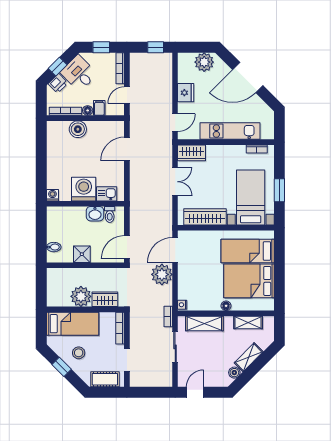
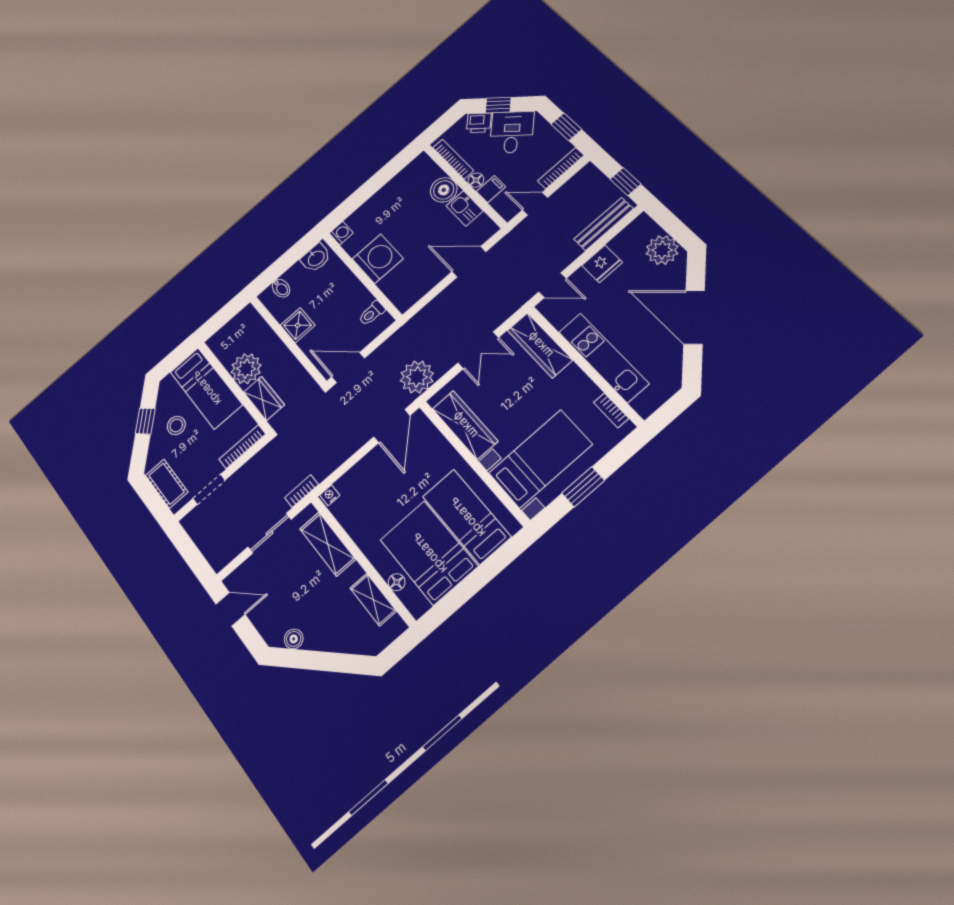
bench: (167, 75) -> (604, 224), added
wardrobe: (191, 153) -> (540, 345), width x1.50
kitchen sink: (107, 194) -> (465, 208), moved, turned 180
washbasin: (95, 214) -> (316, 258), moved, turned -90
door: (175, 250) -> (392, 426), swing flipped
plant: (162, 274) -> (417, 377), moved
floor lamp: (226, 306) -> (397, 582), moved
shelving: (249, 357) -> (328, 640), removed

